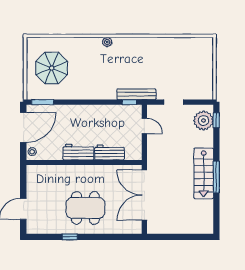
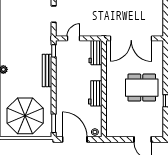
parasol: (52, 68) -> (25, 116), width x1.36, depth x1.36
bench: (136, 94) -> (47, 71), moved
workbench: (109, 152) -> (96, 53), moved
dining table: (85, 208) -> (142, 88), turned 90

